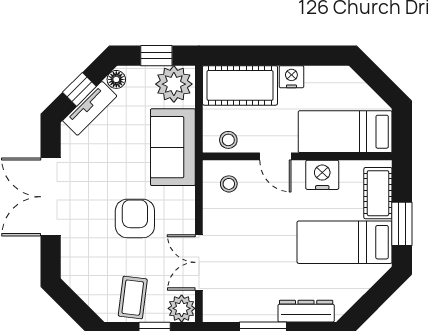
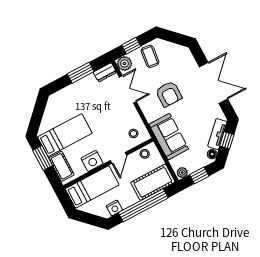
window: (276, 56) -> (143, 205), added
nightstand: (291, 77) -> (114, 208), moved
plant: (174, 84) -> (182, 173), width x0.53, depth x0.53
door: (275, 156) -> (119, 158), swing flipped
dresser: (306, 311) -> (105, 72), moved, width x0.70

